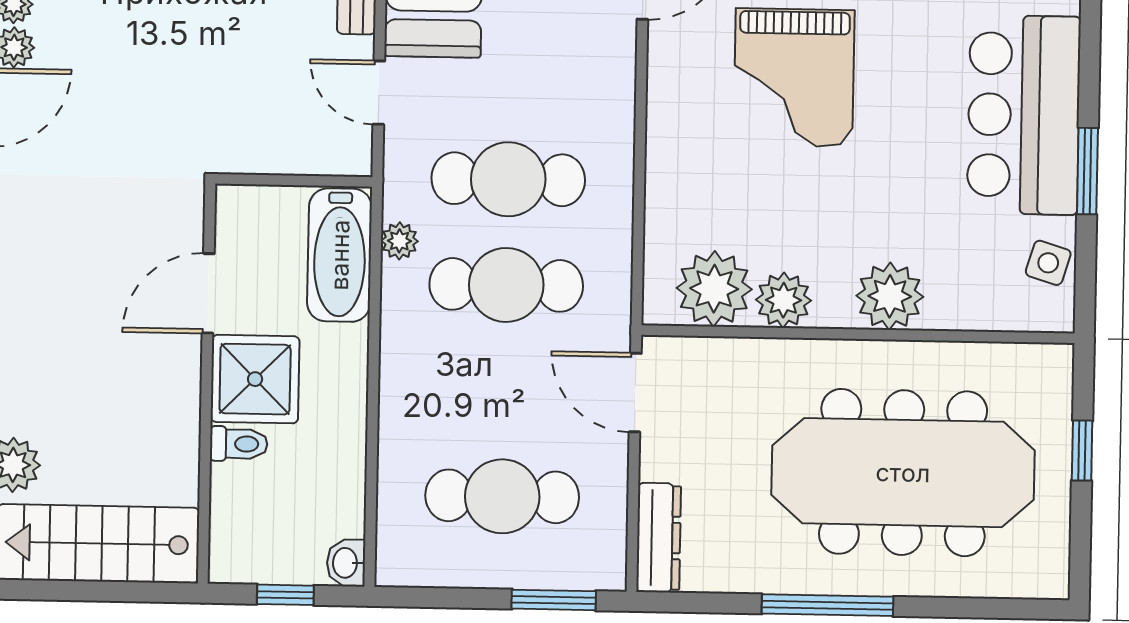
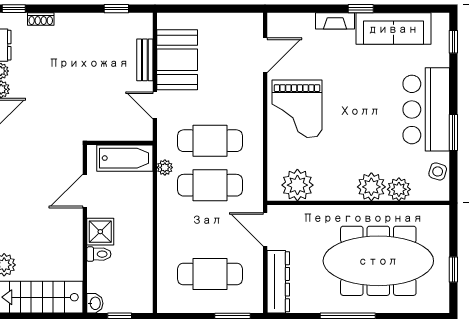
grand piano: (794, 78) -> (297, 109), moved
bathtub: (340, 255) -> (125, 158), moved, turned -90
plant: (783, 300) -> (399, 189), moved
shower: (255, 379) -> (100, 232), width x0.73, depth x0.73
window: (1082, 451) -> (453, 269), moved
dresser: (659, 538) -> (278, 282), width x1.37, depth x1.24
washbasin: (346, 563) -> (95, 303), moved, turned 180

